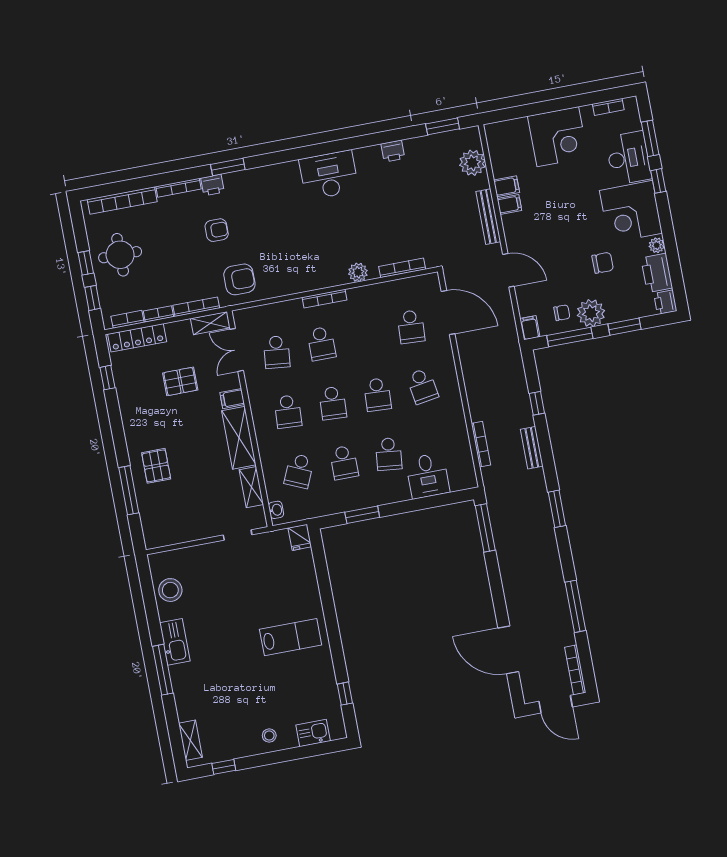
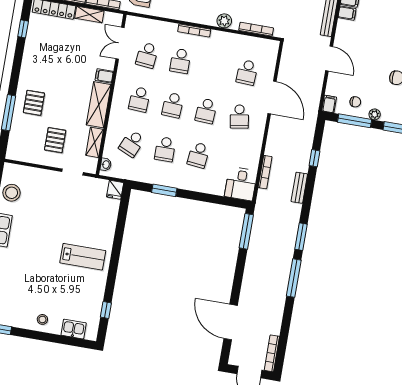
door: (448, 312) -> (272, 97), moved
plant: (591, 313) -> (375, 114), width x0.53, depth x0.53
shelving: (210, 323) -> (89, 14), moved
pallet: (180, 381) -> (55, 140), moved, turned 90
desk: (428, 476) -> (241, 184), moved
window: (575, 606) -> (294, 278), moved

